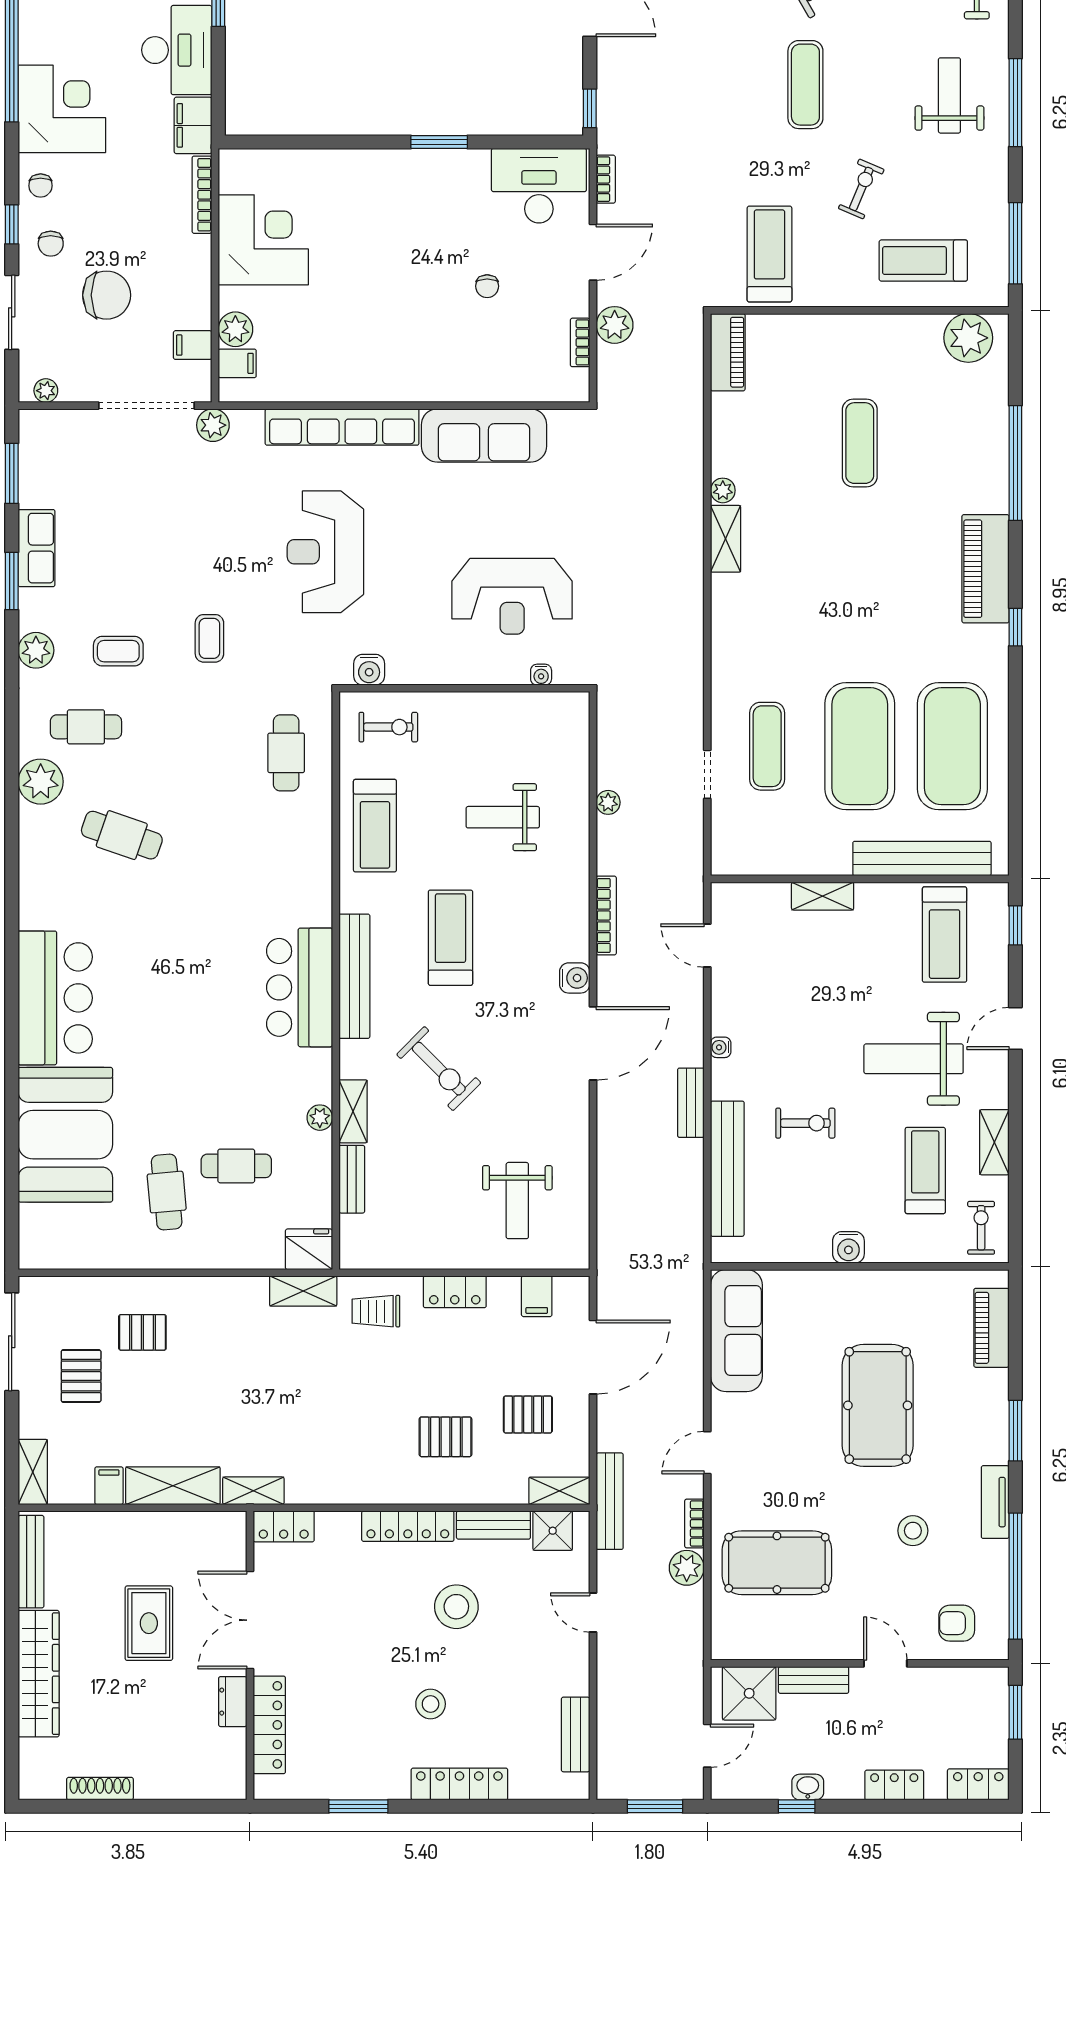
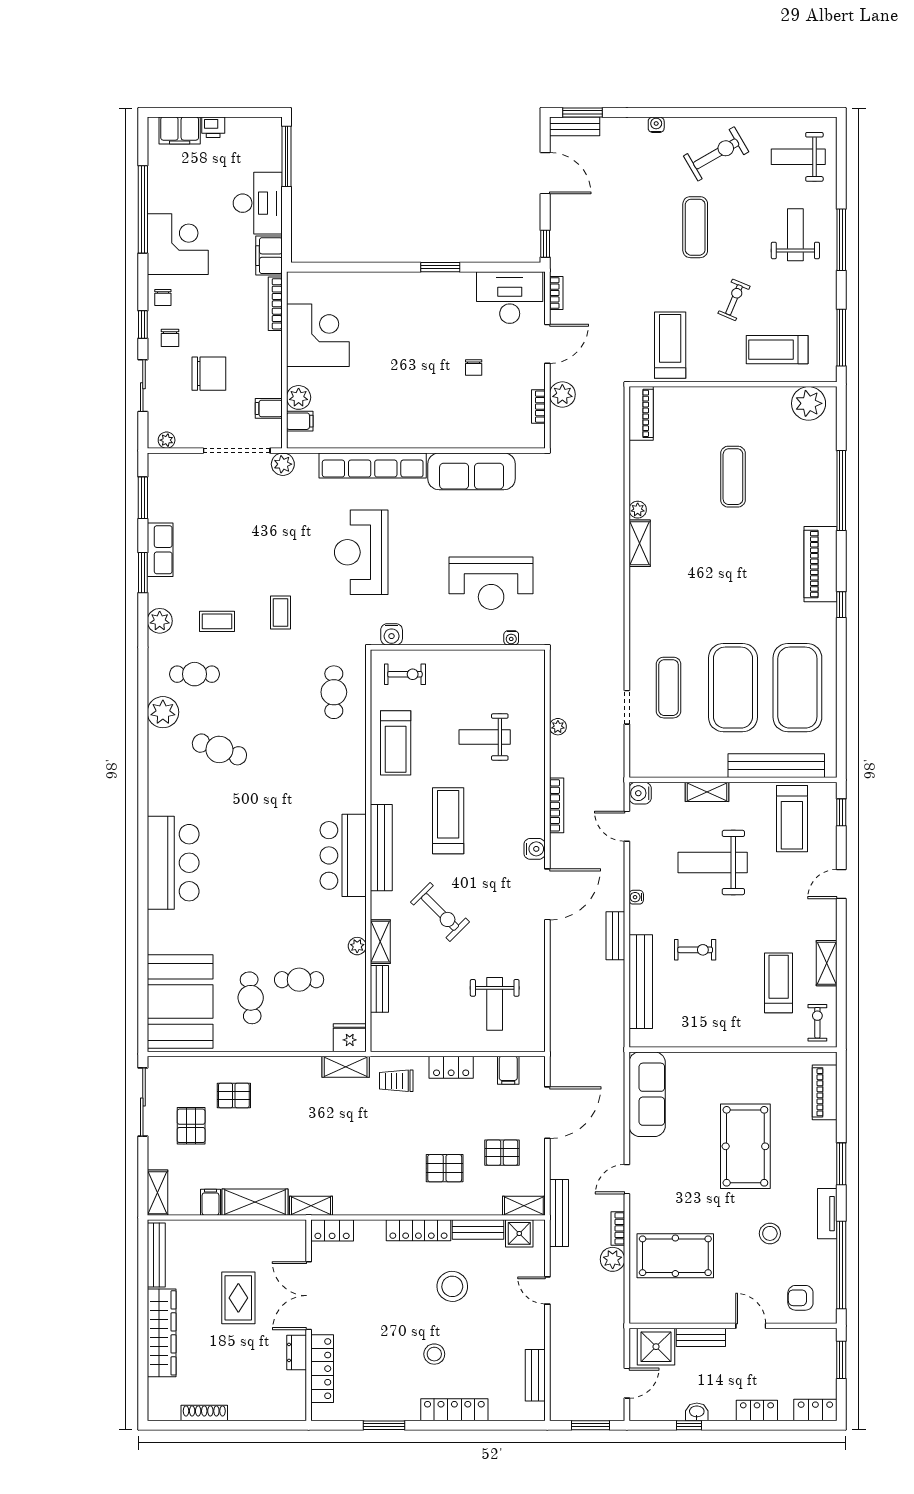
weight bench: (914, 1059) -> (713, 862), moved
booth: (65, 1135) -> (180, 1002), moved
water cooler: (848, 1247) -> (640, 793), moved, turned 90

